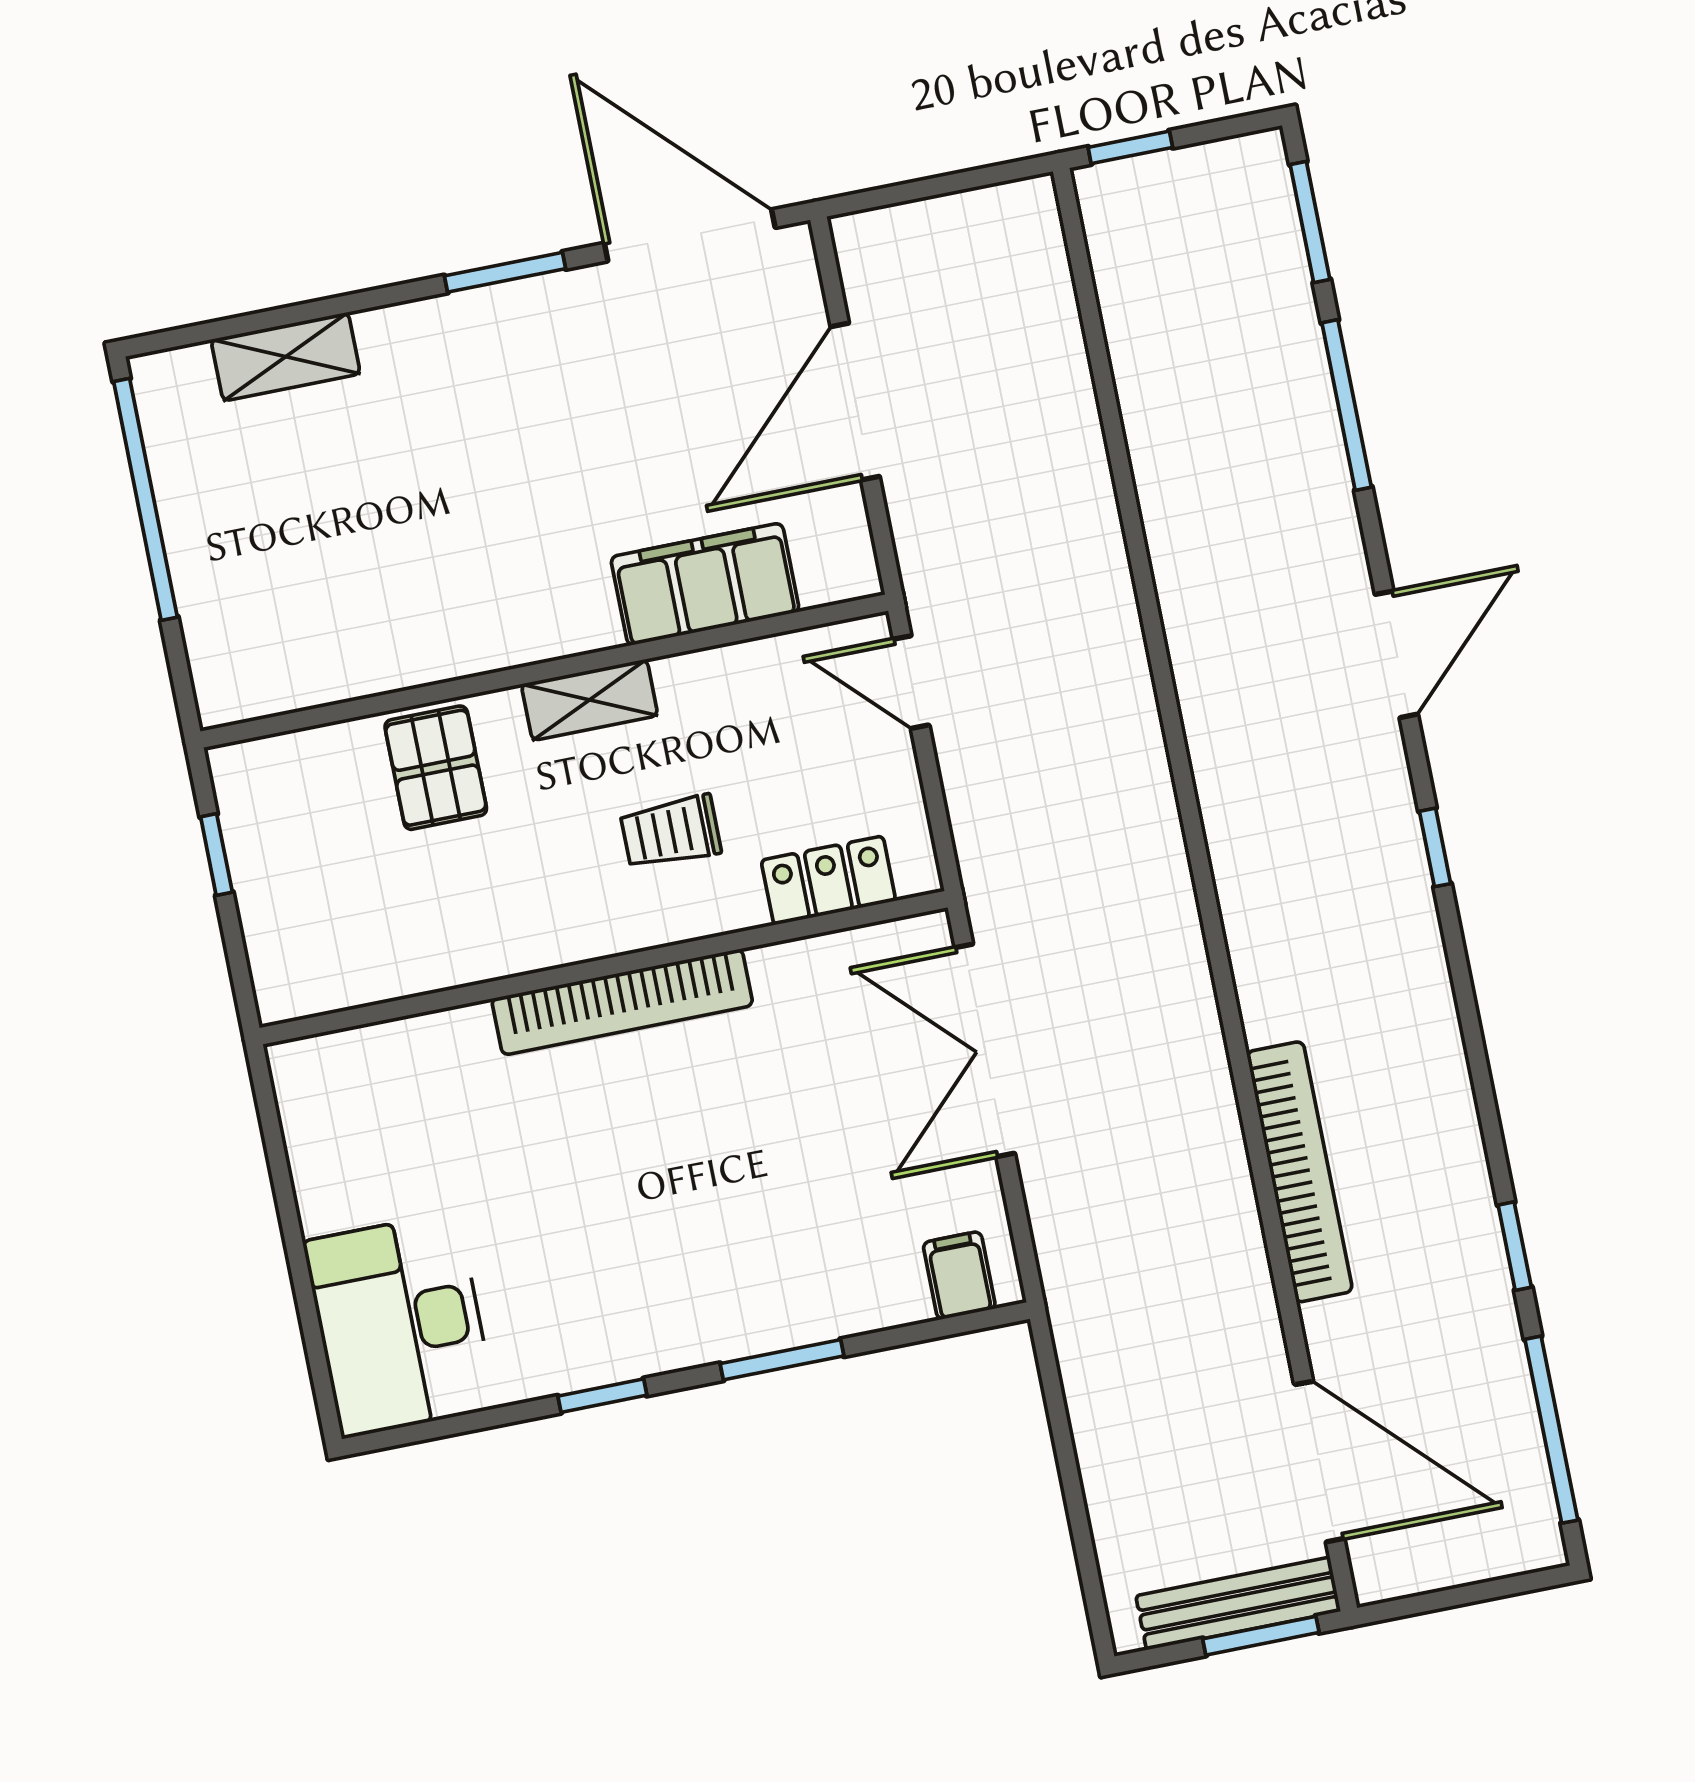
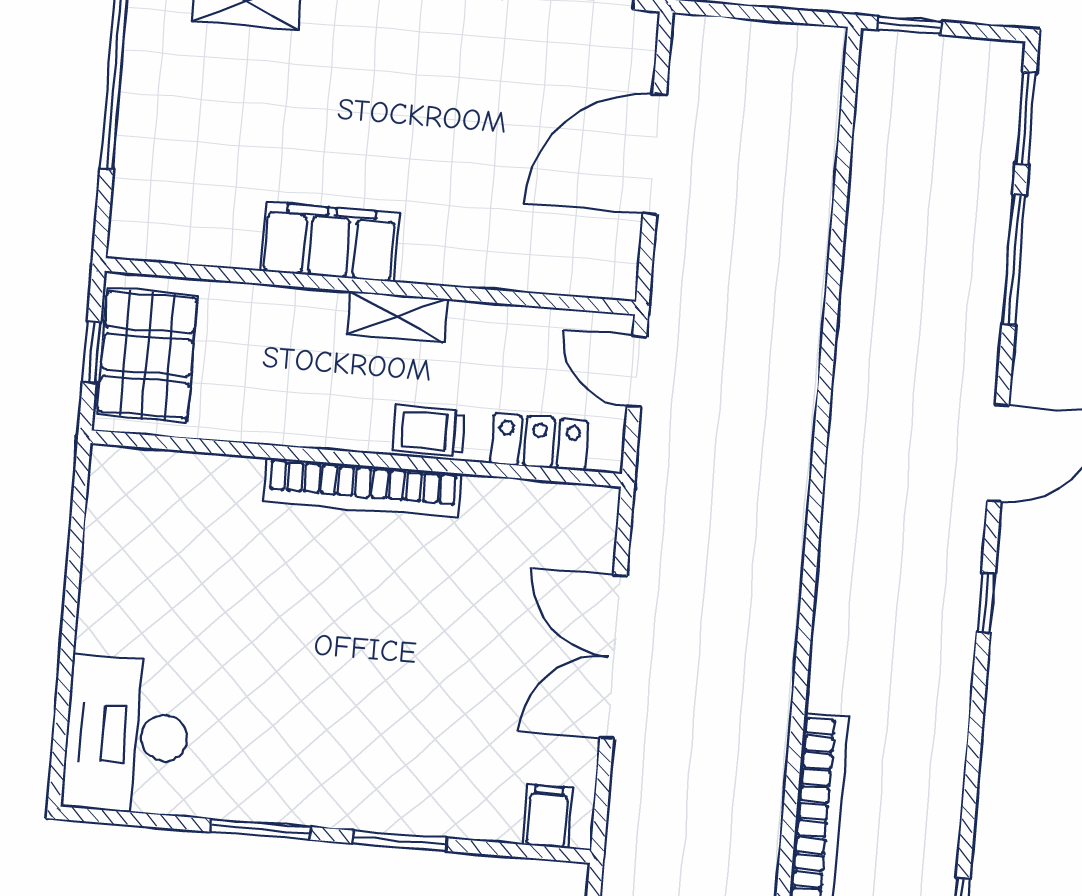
filing cabinet: (705, 584) -> (330, 242), moved
pallet: (436, 768) -> (147, 355), moved, width x1.50, depth x1.42
locker: (828, 880) -> (539, 442), moved
wall: (604, 968) -> (356, 459), moved
bookcase: (622, 1002) -> (363, 488), moved
window: (602, 1396) -> (261, 829), width x1.50

